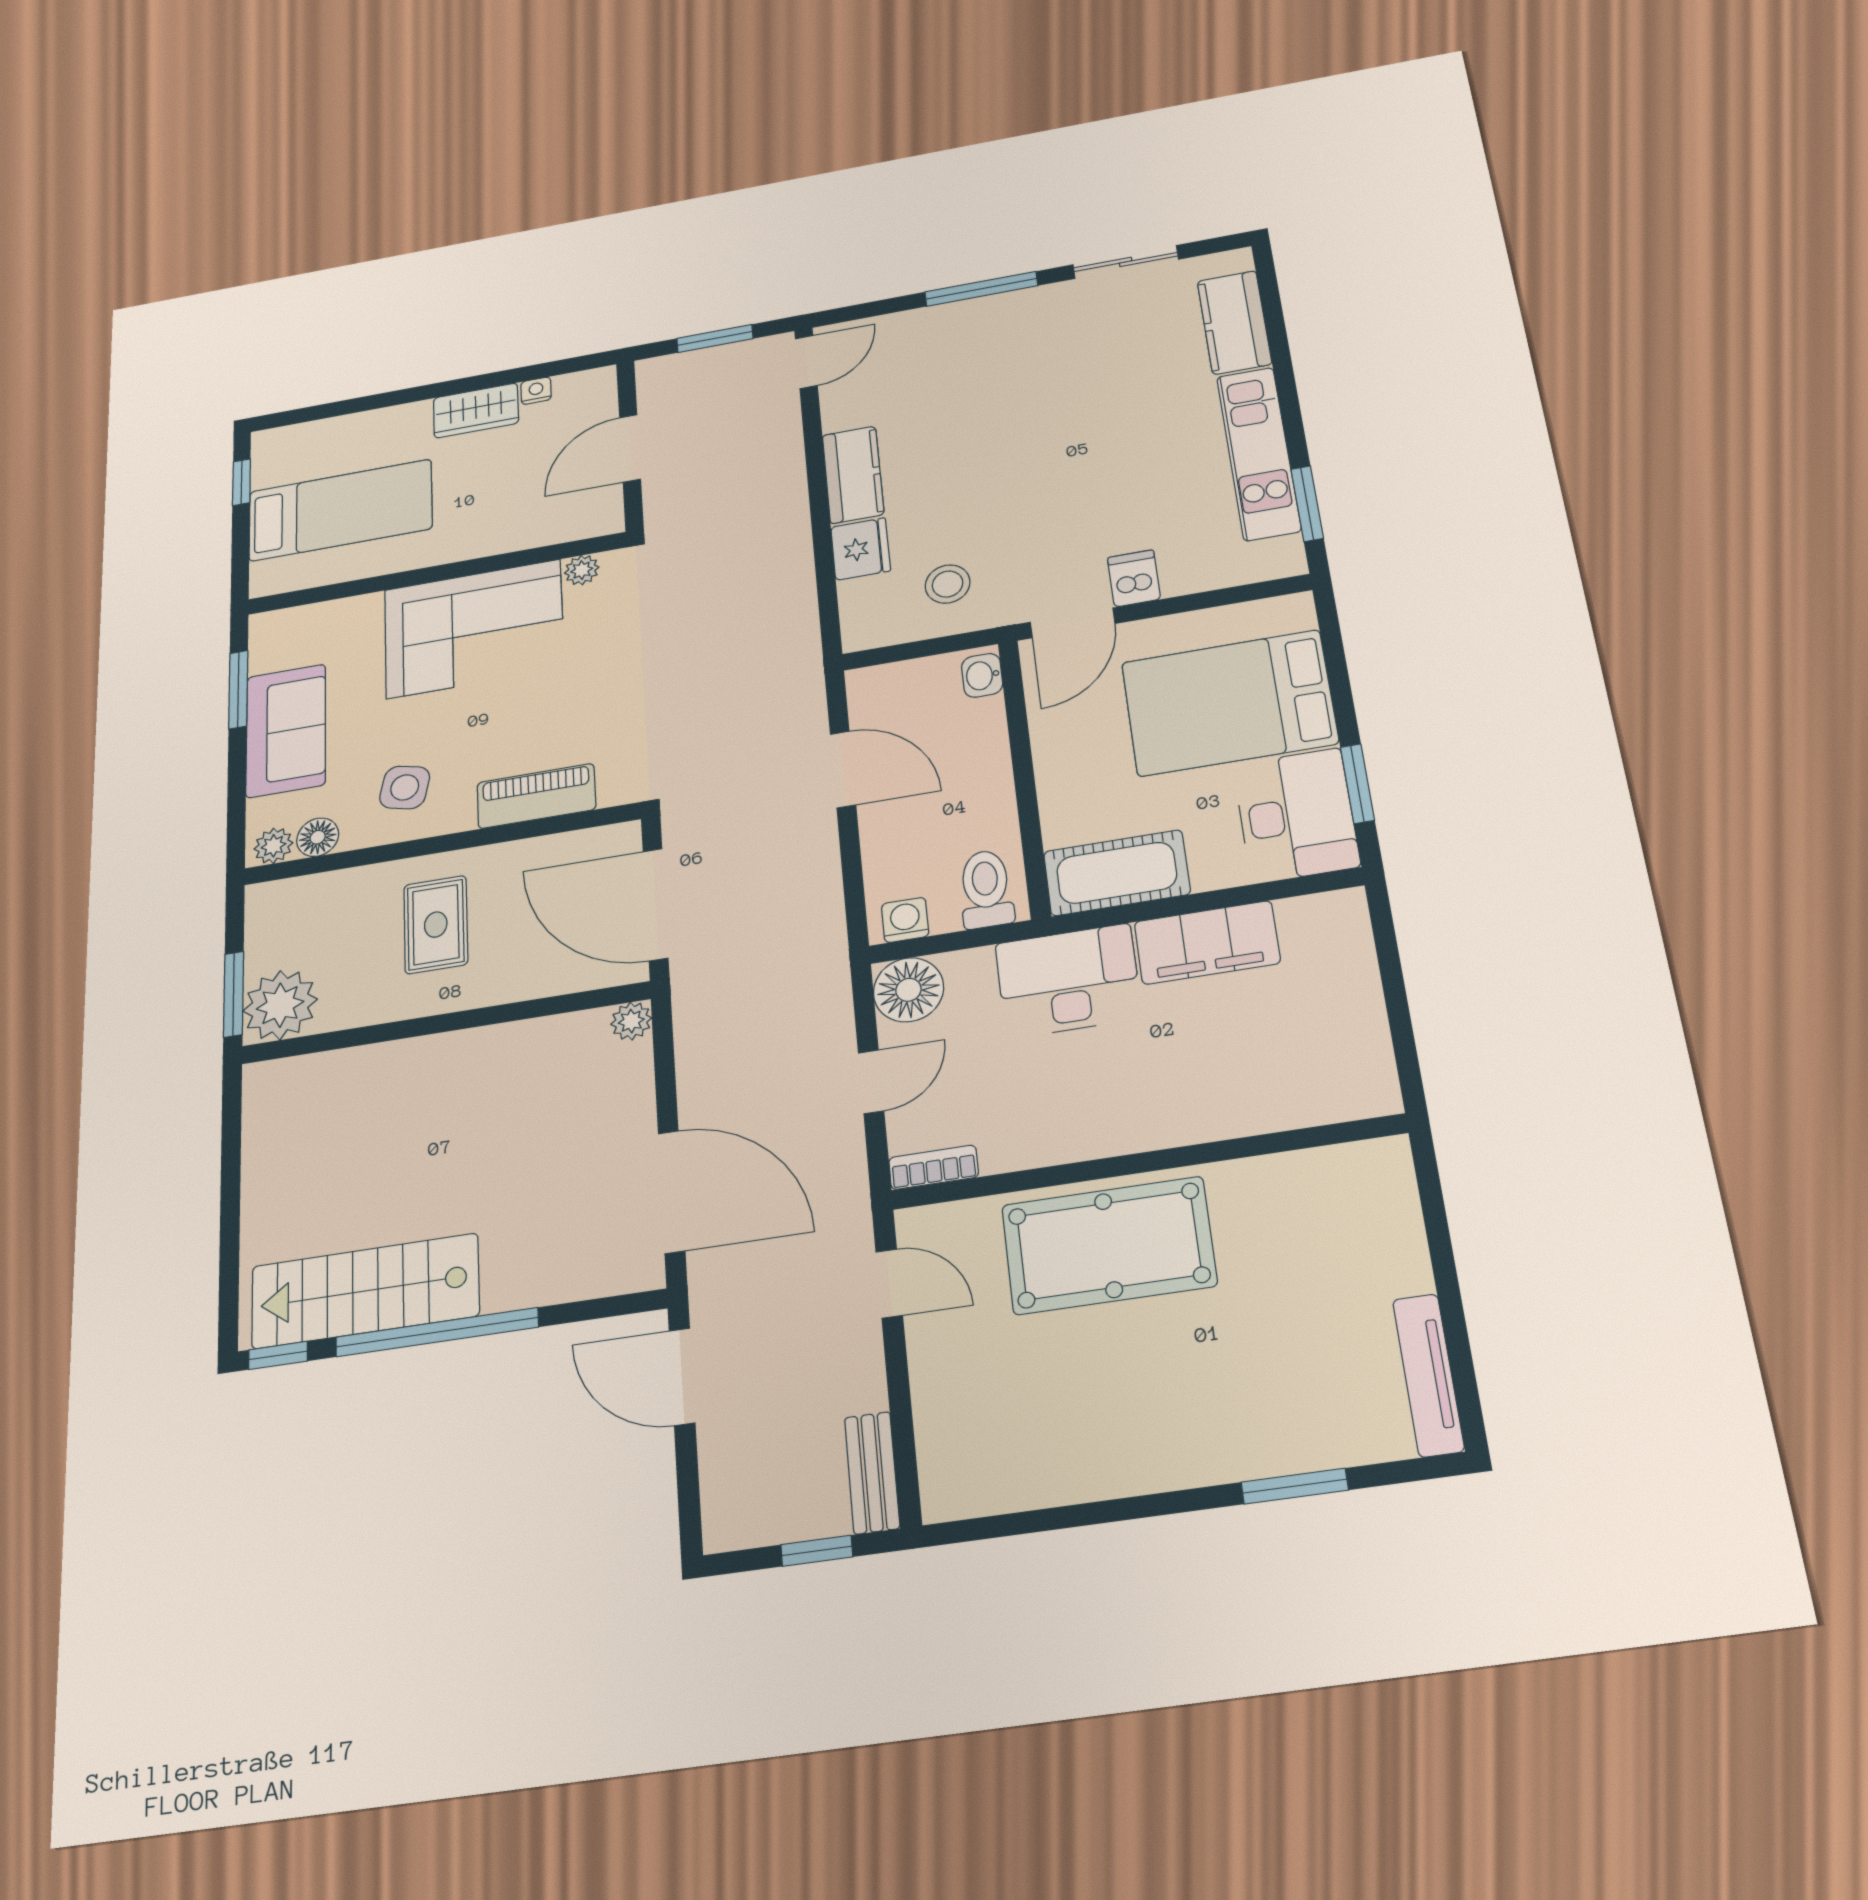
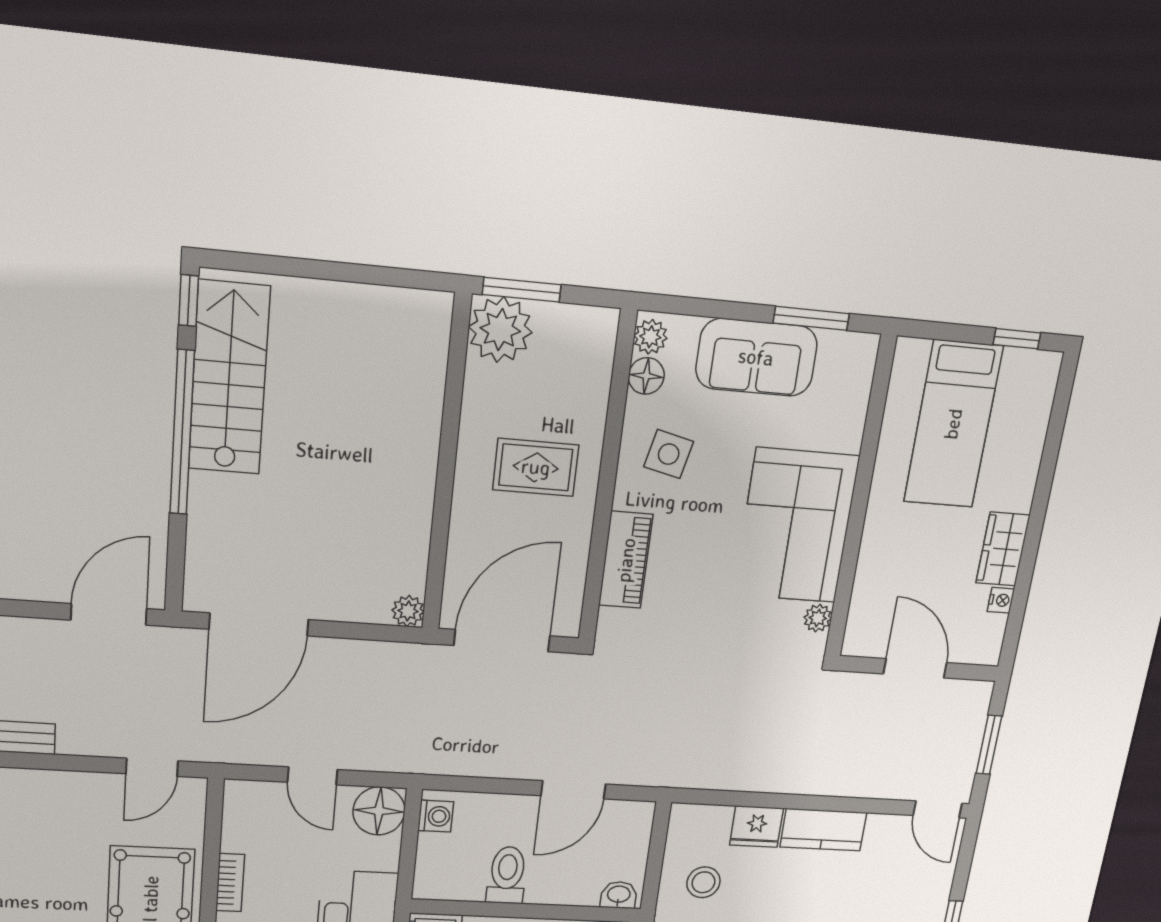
toilet: (986, 889) -> (507, 875), moved, turned -90
bookcase: (934, 1167) -> (230, 883), moved

